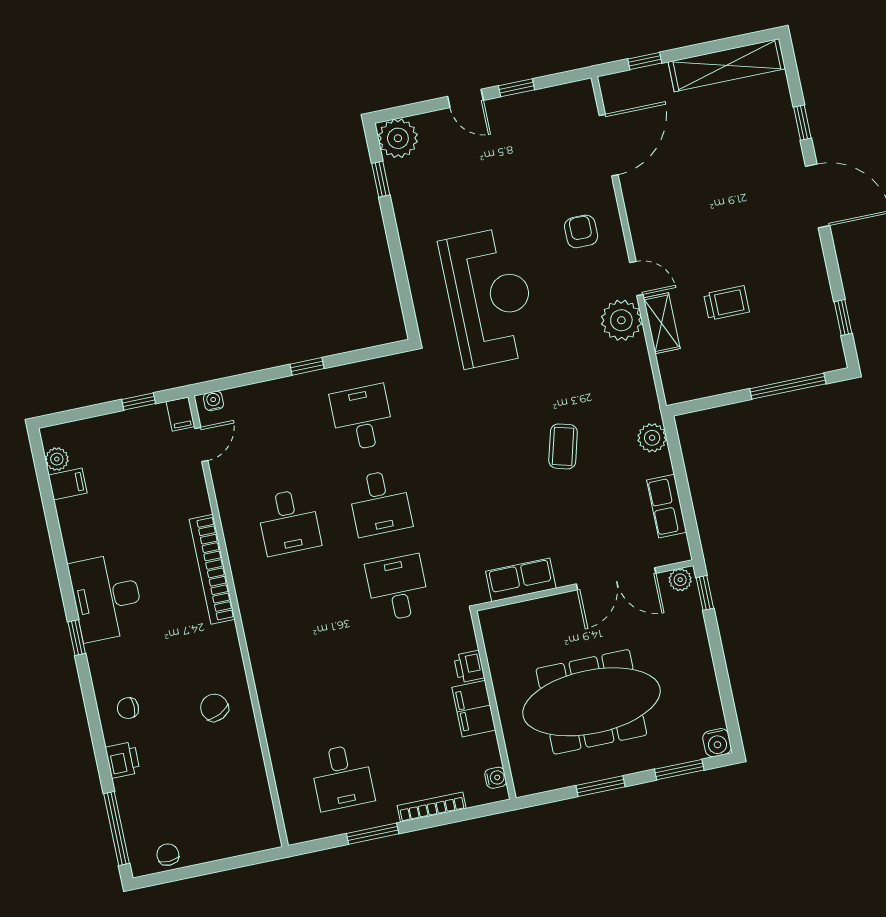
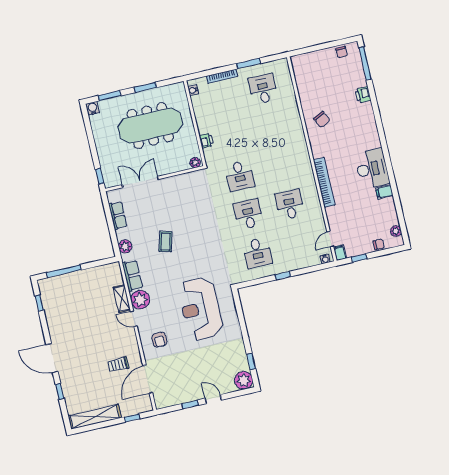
trolley: (727, 303) -> (118, 364), moved
filing cabinet: (68, 484) -> (384, 192), moved
row of seats: (521, 580) -> (132, 276), moved, turned -90
plant: (680, 580) -> (195, 163), moved
window: (77, 638) -> (385, 150), removed
chair: (128, 708) -> (379, 244), moved
filing cabinet: (474, 709) -> (204, 121), removed

